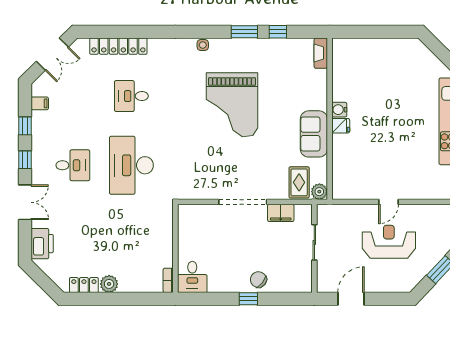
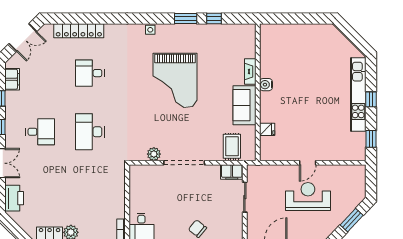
fireplace: (321, 53) -> (250, 72), moved
filing cabinet: (40, 103) -> (12, 79), width x2.00
fridge: (341, 126) -> (267, 129), moved
desk: (131, 165) -> (90, 132), width x0.73, depth x0.77
plant: (319, 192) -> (154, 154), moved
filing cabinet: (281, 213) -> (232, 172), moved

